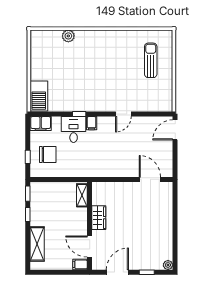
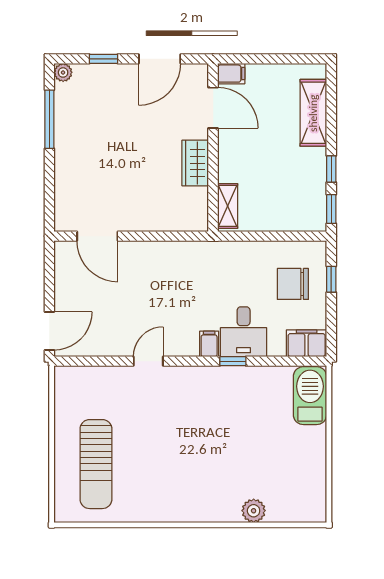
sun lounger: (151, 60) -> (96, 464), width x1.36, depth x1.34
window: (175, 241) -> (49, 119), added

